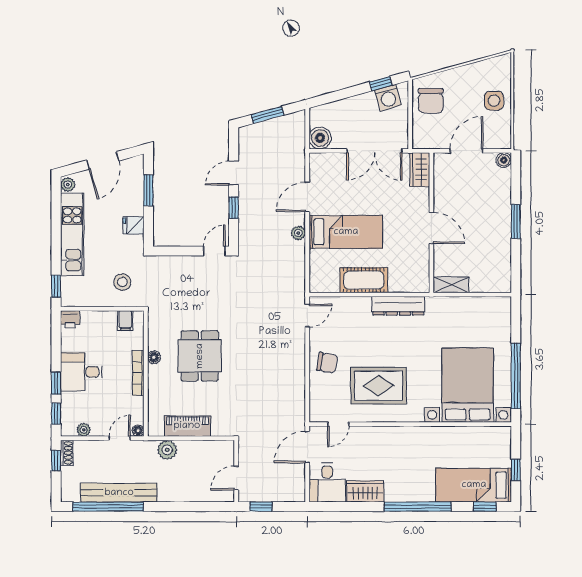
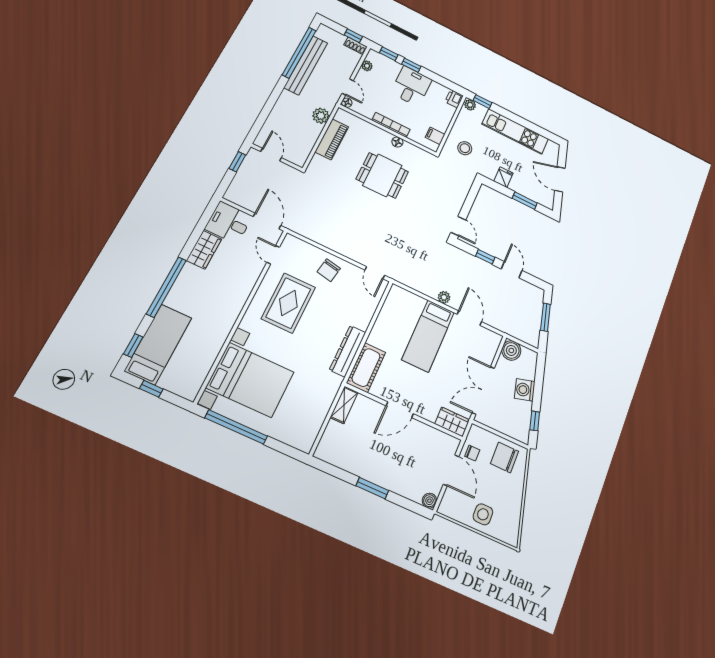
washing machine: (388, 98) -> (525, 390), moved
chair: (441, 136) -> (472, 453), added
plant: (68, 185) -> (470, 105), moved
cot: (364, 280) -> (366, 368), moved

